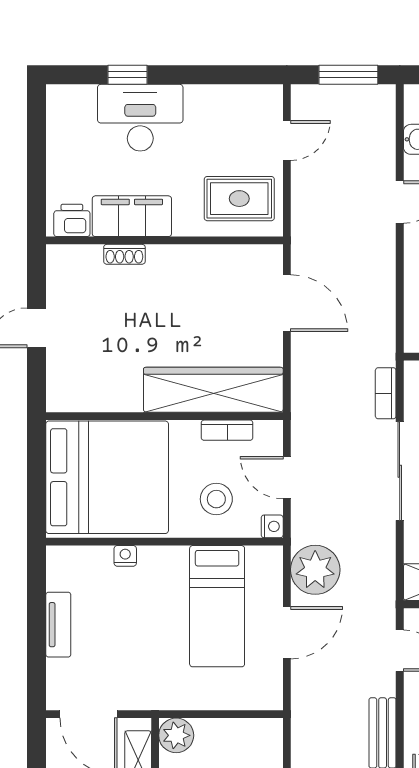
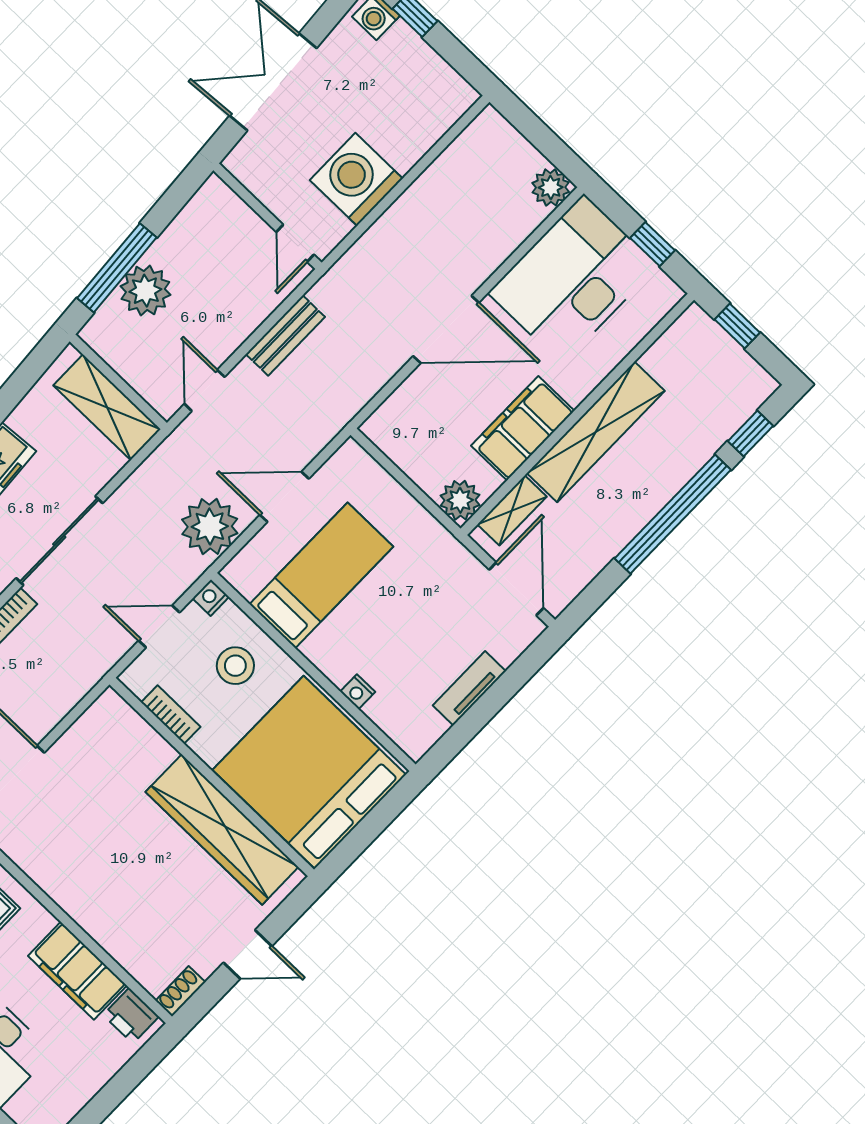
shoe rack: (124, 254) -> (180, 991), moved, turned -90
wardrobe: (213, 390) -> (222, 829), moved
door: (287, 478) -> (159, 627), swing flipped

